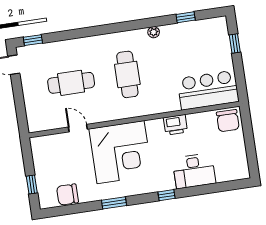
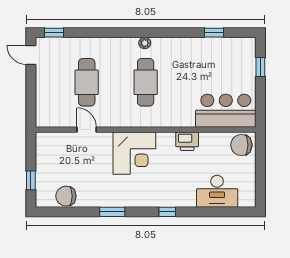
plant: (154, 32) -> (145, 43), moved
cafe table: (71, 83) -> (87, 82), turned 90
chair: (228, 121) -> (241, 145), turned 90
corner desk: (120, 152) -> (134, 153), width x0.74, depth x0.74
desk: (194, 171) -> (217, 191), moved

